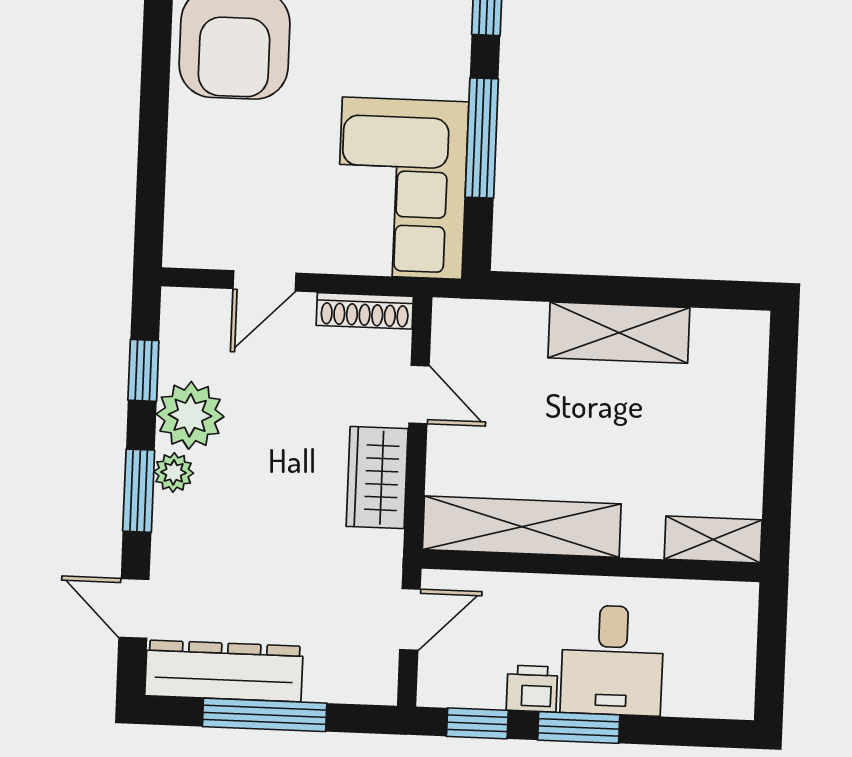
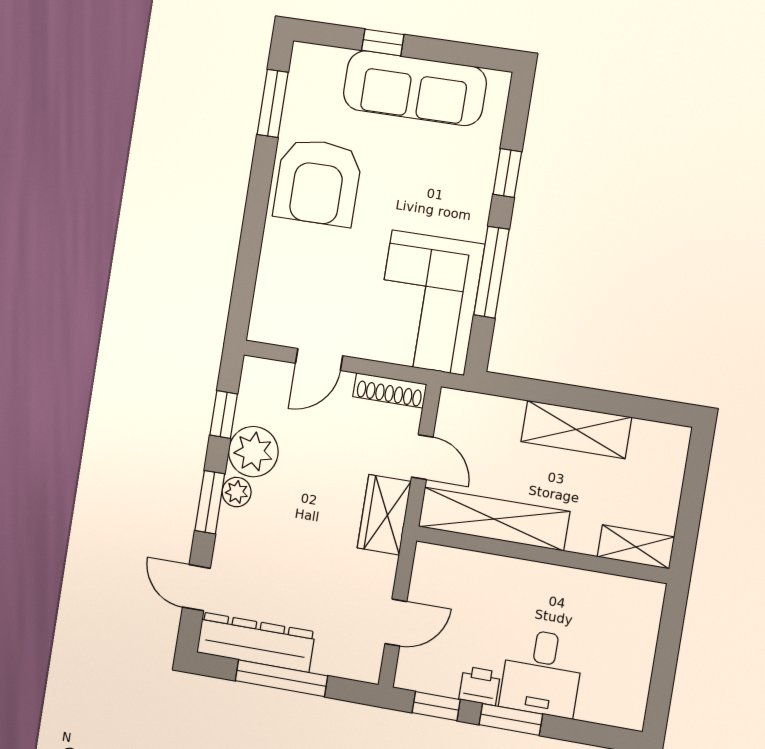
shelving: (522, 527) -> (494, 519), moved
shelving: (713, 540) -> (636, 547), moved
wall: (591, 566) -> (542, 555), moved

